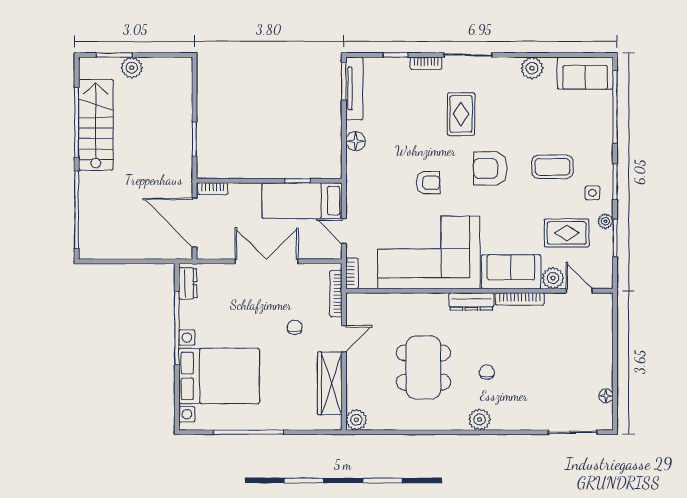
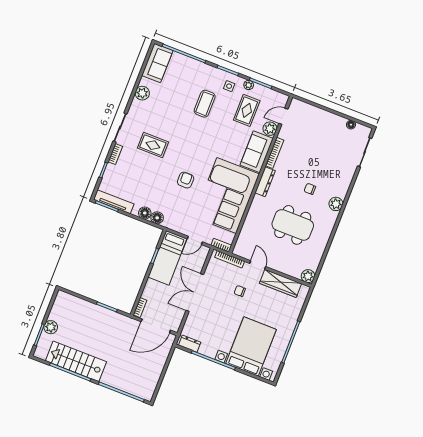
floor lamp: (356, 162) -> (157, 218), added
armchair: (490, 168) -> (191, 140), removed

